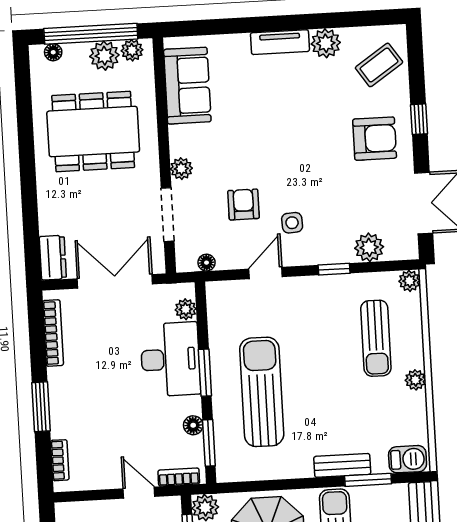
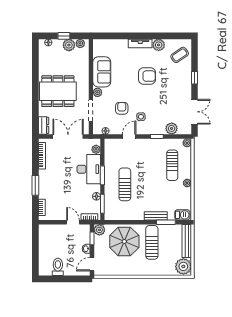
window: (91, 34) -> (64, 36), width x0.32
sofa: (187, 86) -> (102, 72), moved
dining table: (93, 132) -> (58, 91), moved
armchair: (375, 139) -> (147, 76), moved
sun lounger: (262, 392) -> (125, 184), width x0.73, depth x0.75

